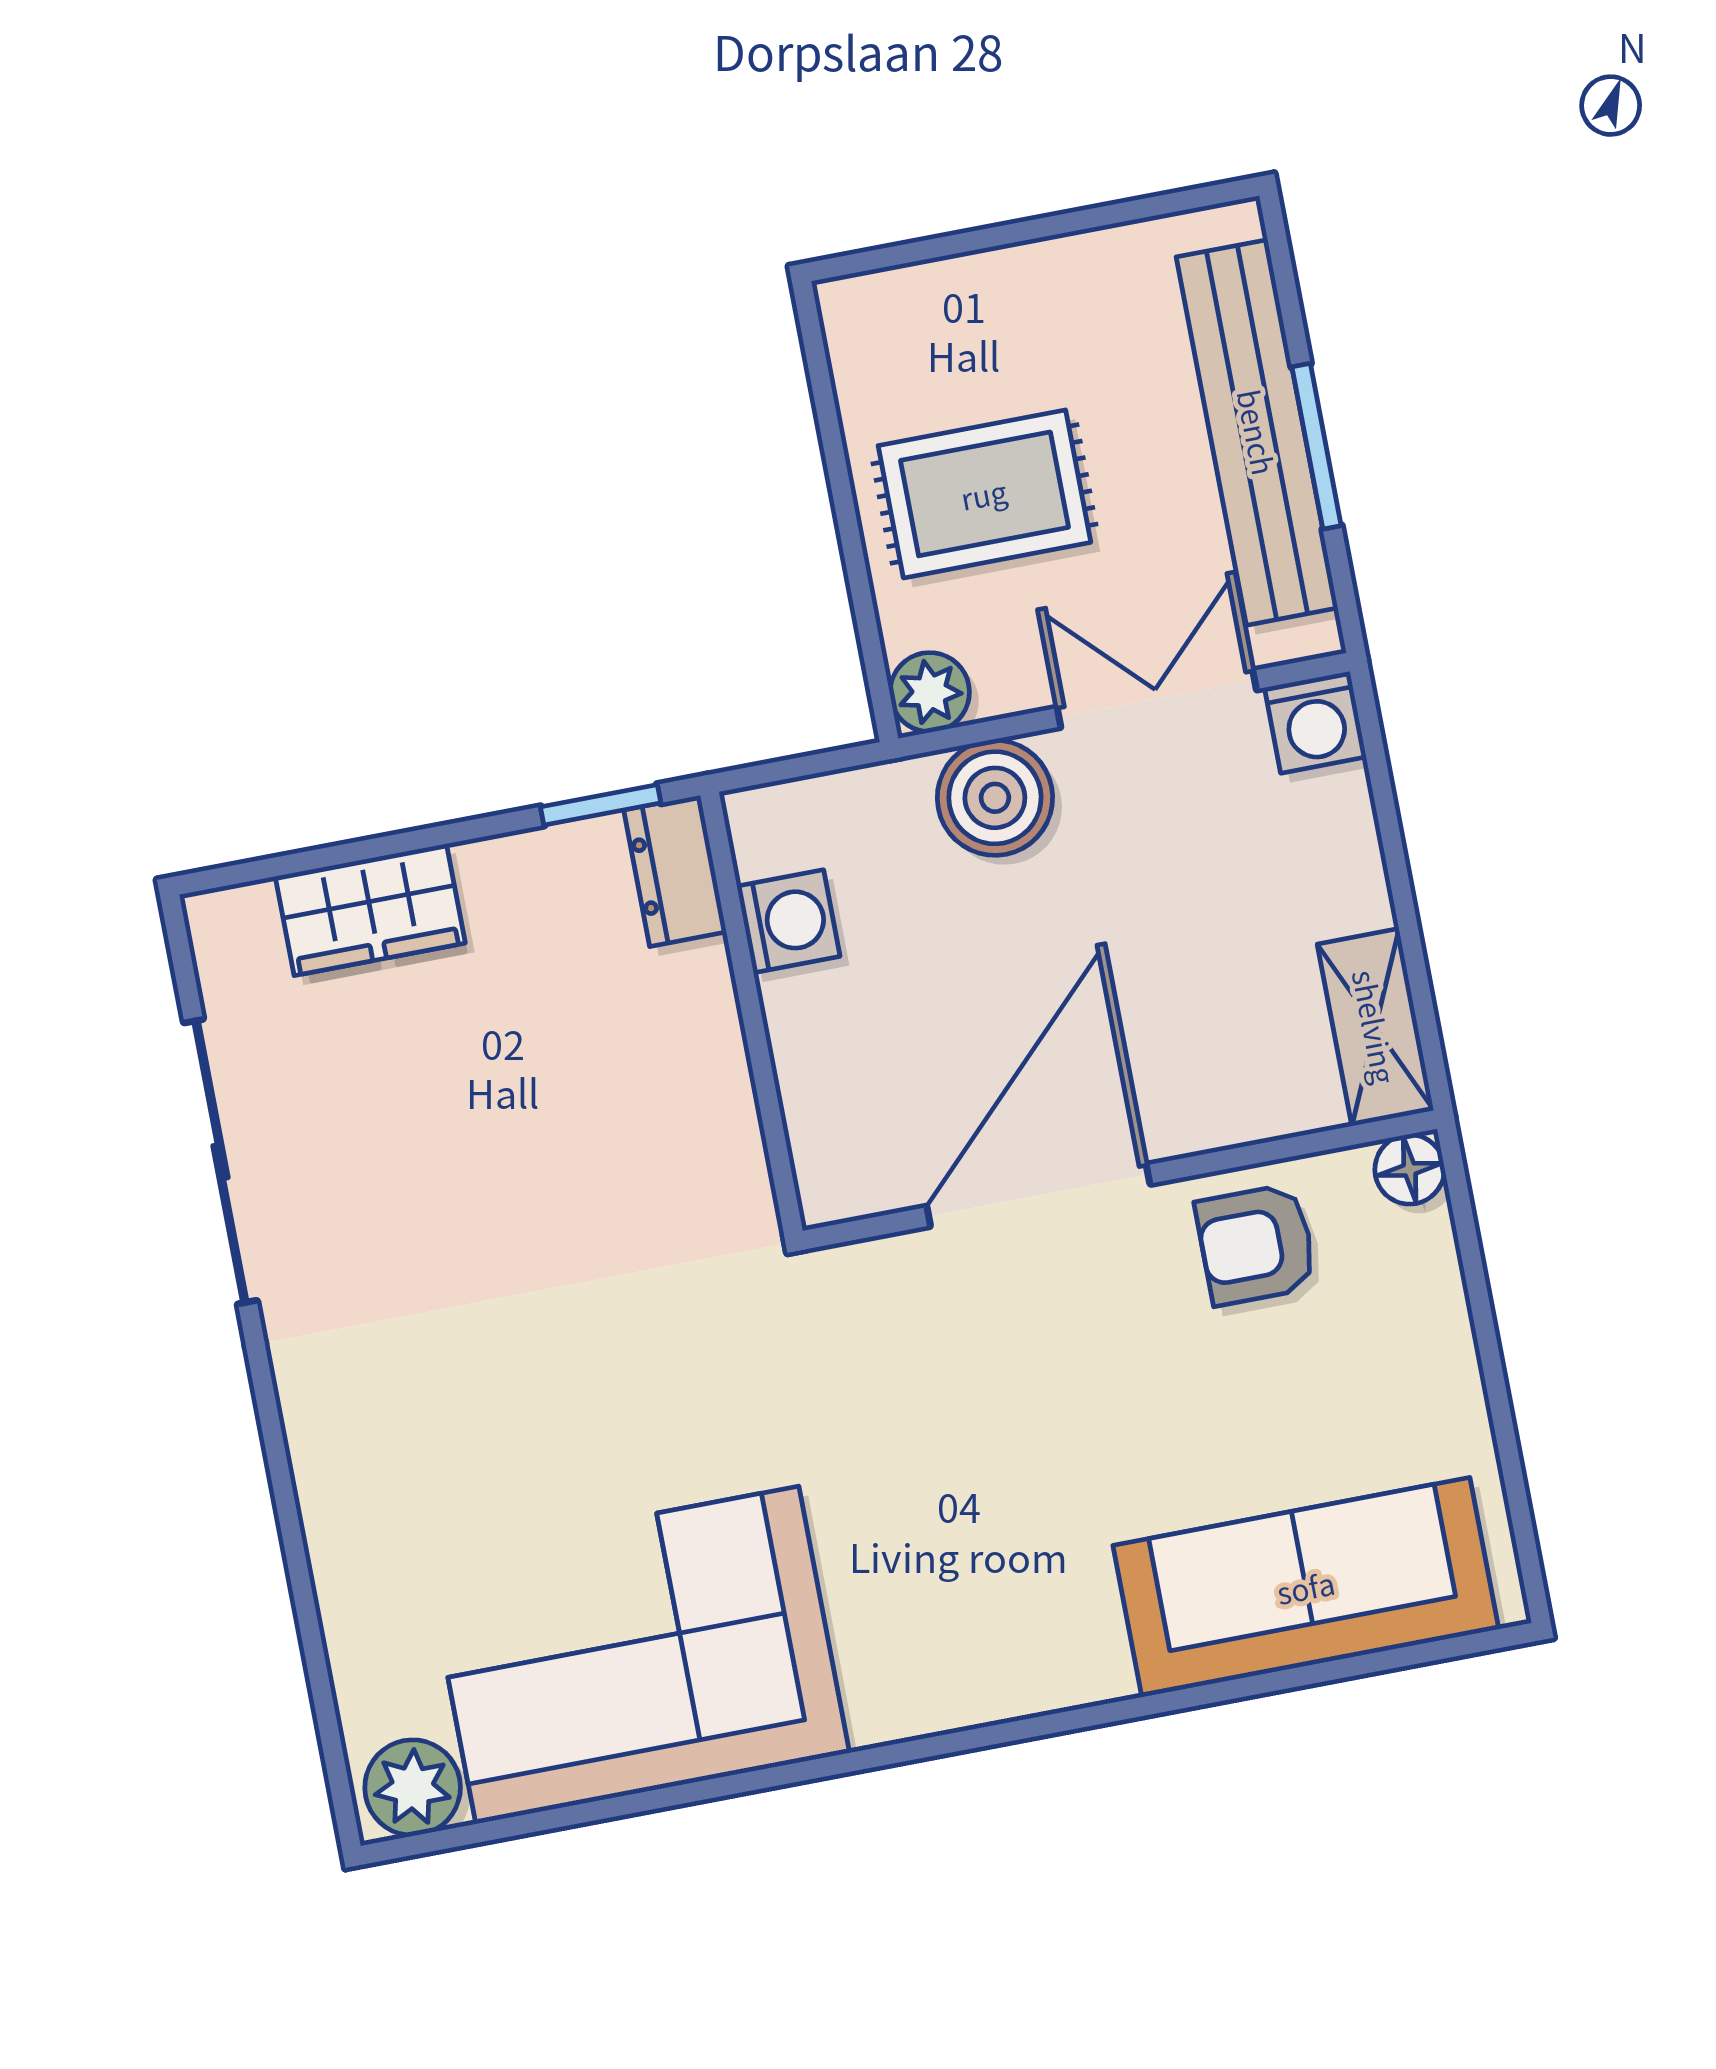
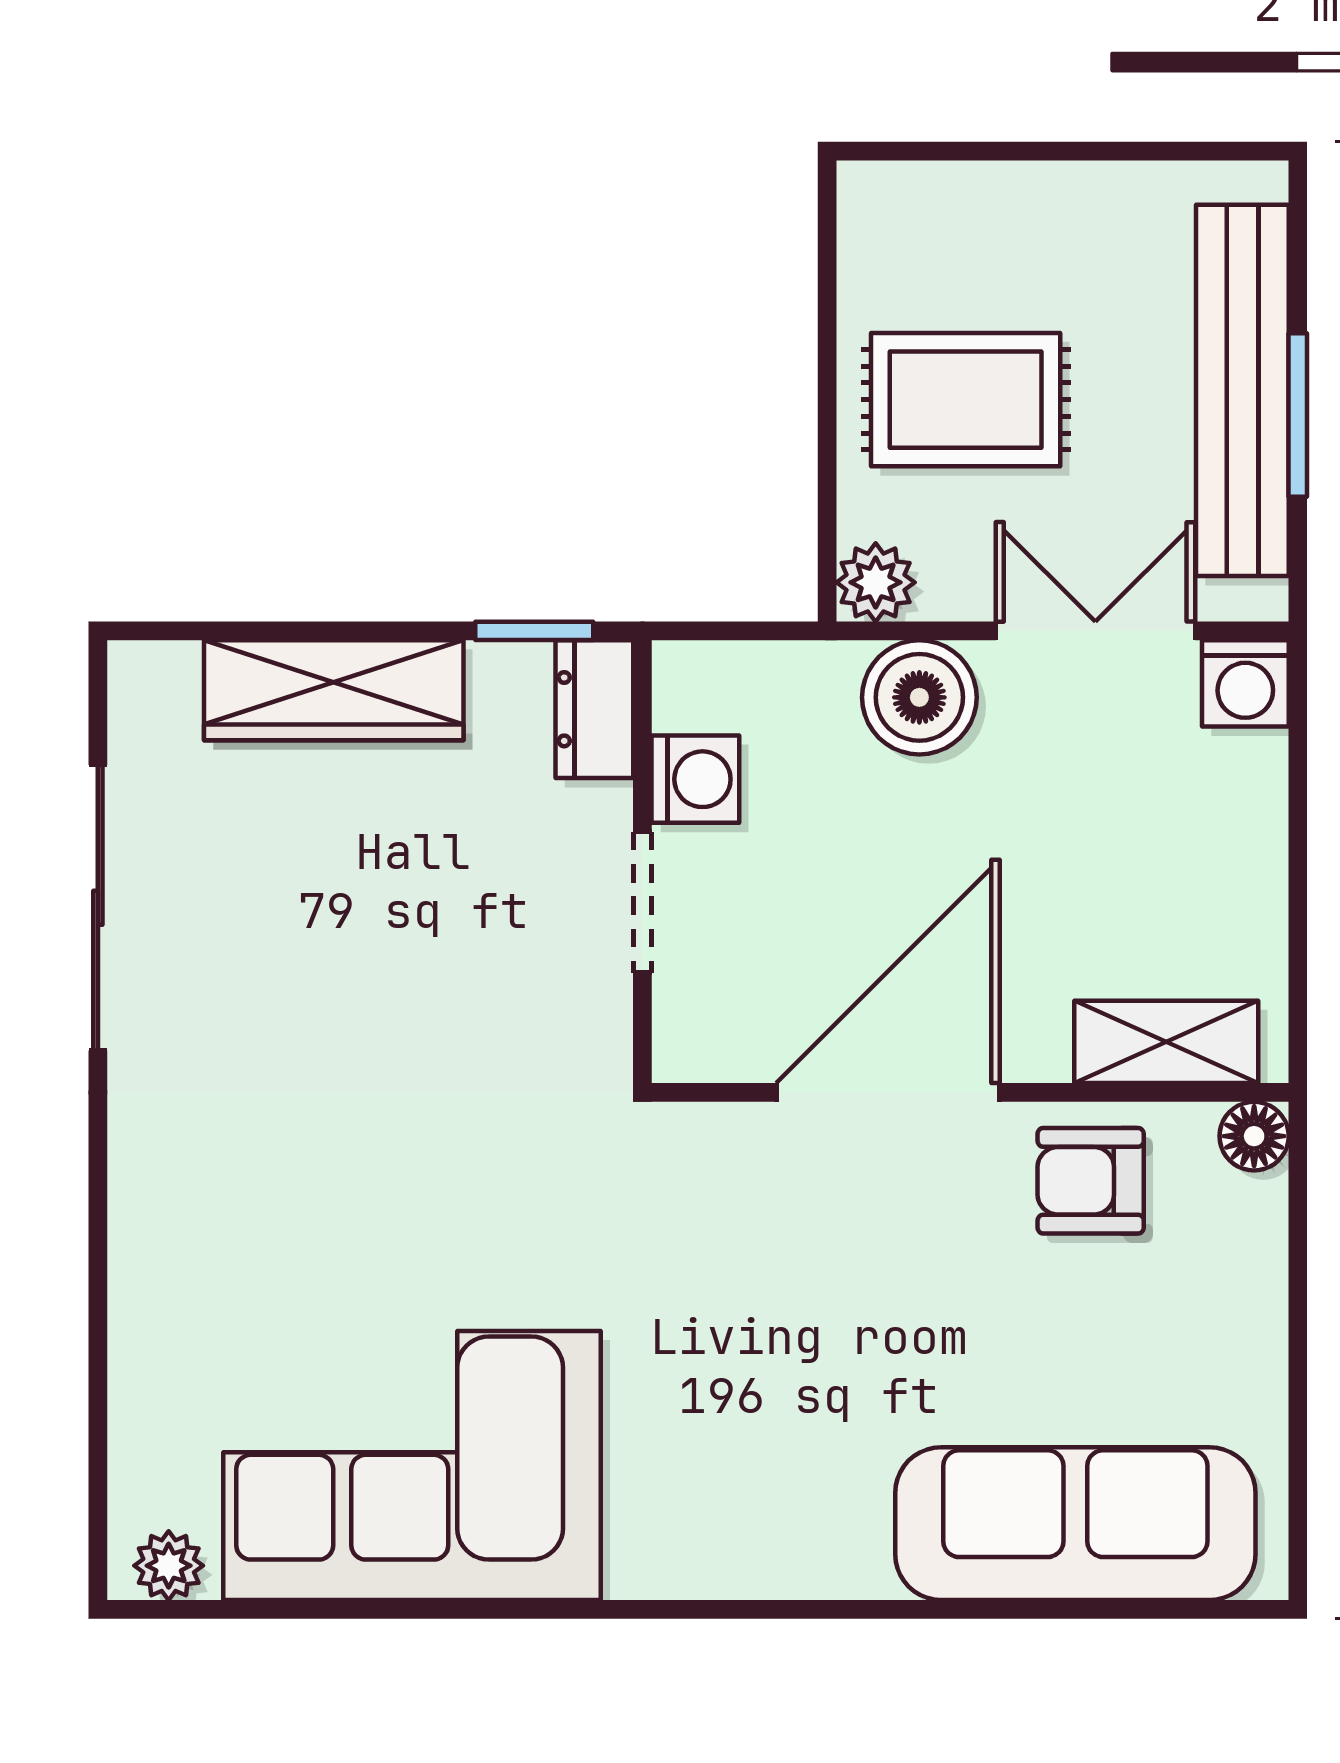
wardrobe: (370, 910) -> (334, 690), width x1.50
shelving: (1375, 1027) -> (1166, 1042), moved, turned 90
doorway: (759, 1053) -> (642, 902), added
plant: (413, 1788) -> (169, 1566), width x0.73, depth x0.73

